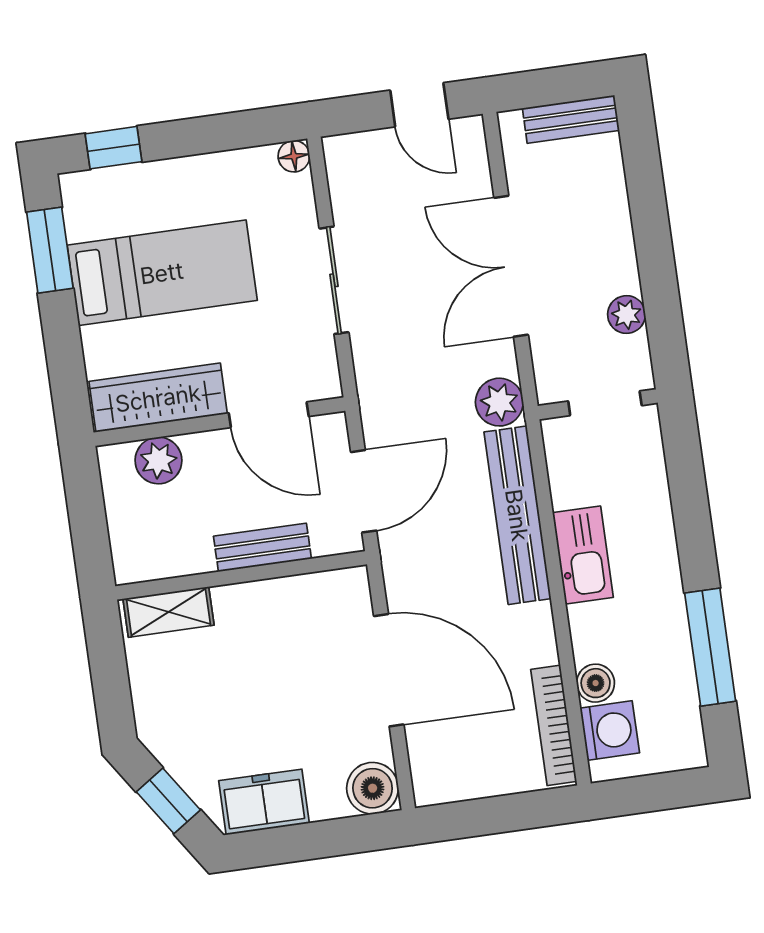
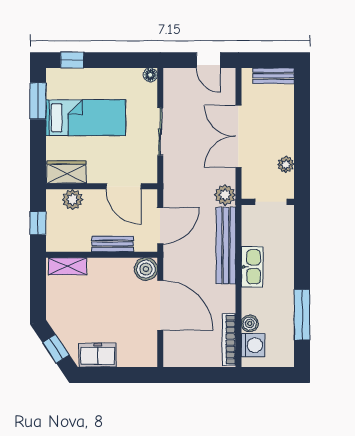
wardrobe: (158, 398) -> (66, 172), width x0.67
window: (88, 524) -> (38, 223), added
boiler: (373, 788) -> (146, 269), moved

